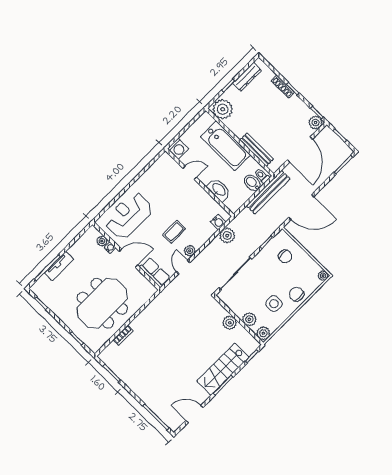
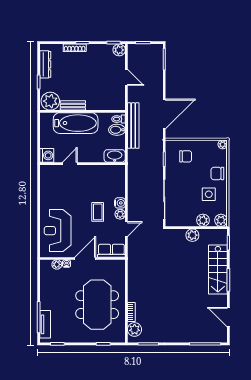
bench: (257, 150) -> (73, 105), moved, width x0.73
door: (300, 150) -> (126, 77), width x0.53
washbasin: (219, 190) -> (115, 156), moved
water cooler: (218, 222) -> (120, 203), moved
plant: (227, 235) -> (135, 329), moved
tv unit: (59, 266) -> (45, 324), moved
door: (183, 267) -> (126, 229), swing flipped
door: (194, 414) -> (228, 317), hinge flipped

